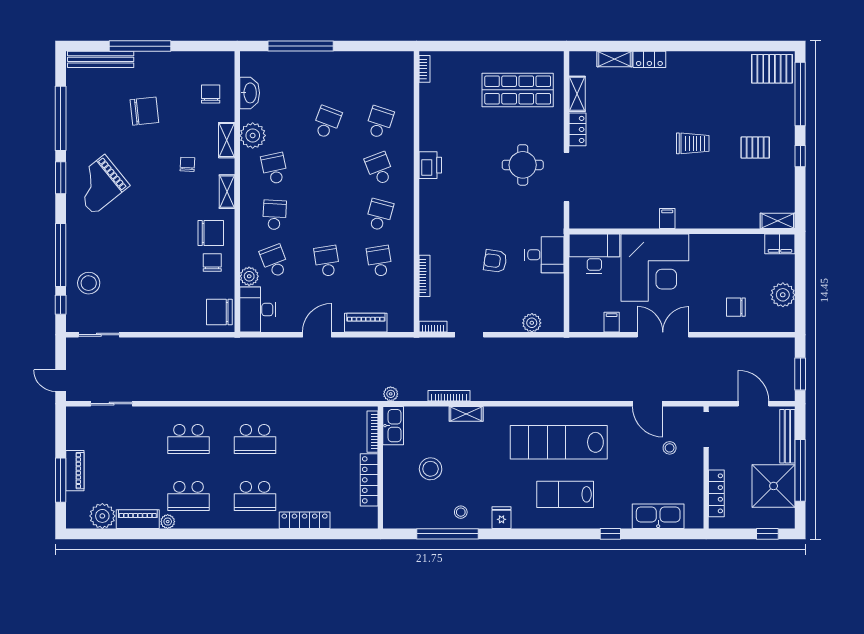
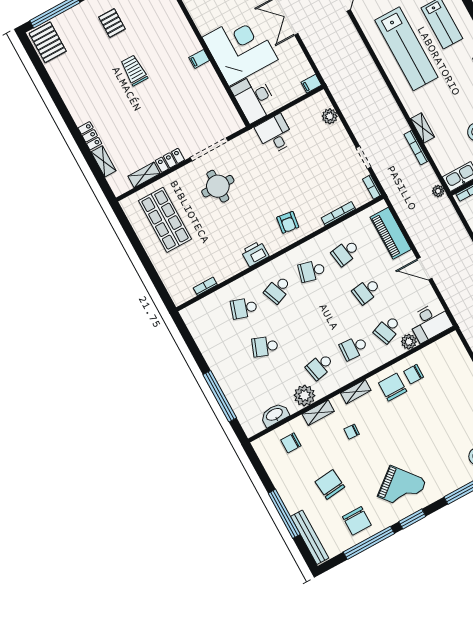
bookcase: (425, 69) -> (205, 286), moved
armchair: (495, 261) -> (288, 222), moved
chair: (219, 312) -> (357, 521), moved
filing cabinet: (612, 322) -> (311, 84), moved
piano: (366, 323) -> (391, 233), width x1.37, depth x1.33

